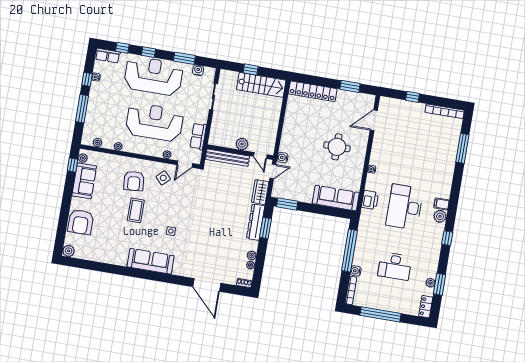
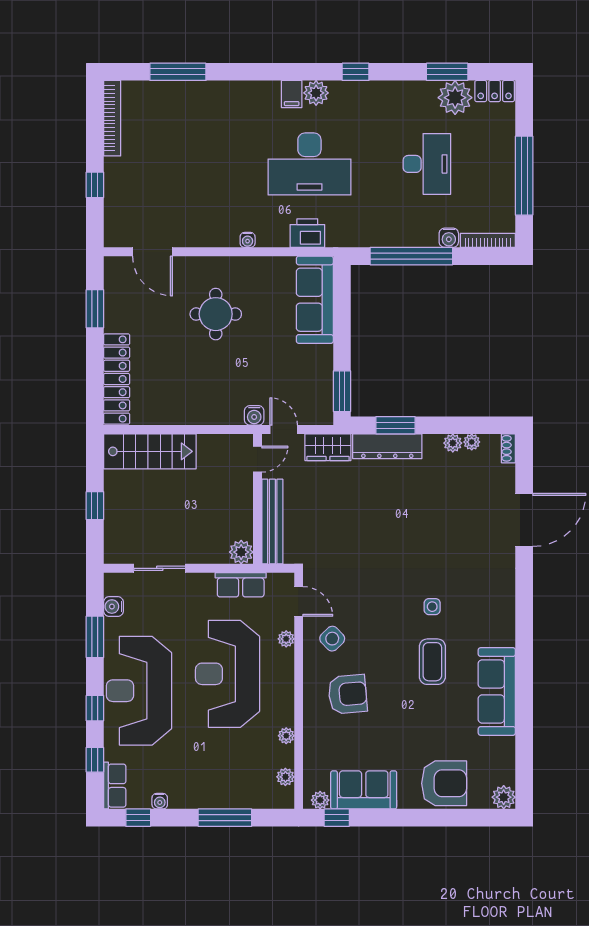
window: (87, 79) -> (138, 818), moved
stairs: (261, 85) -> (150, 451), moved, turned 90
plant: (242, 144) -> (241, 552), moved
coffee table: (136, 210) -> (432, 662), moved, turned 90
sofa: (151, 261) -> (497, 691), moved
plant: (430, 283) -> (455, 98), width x1.88, depth x1.88

